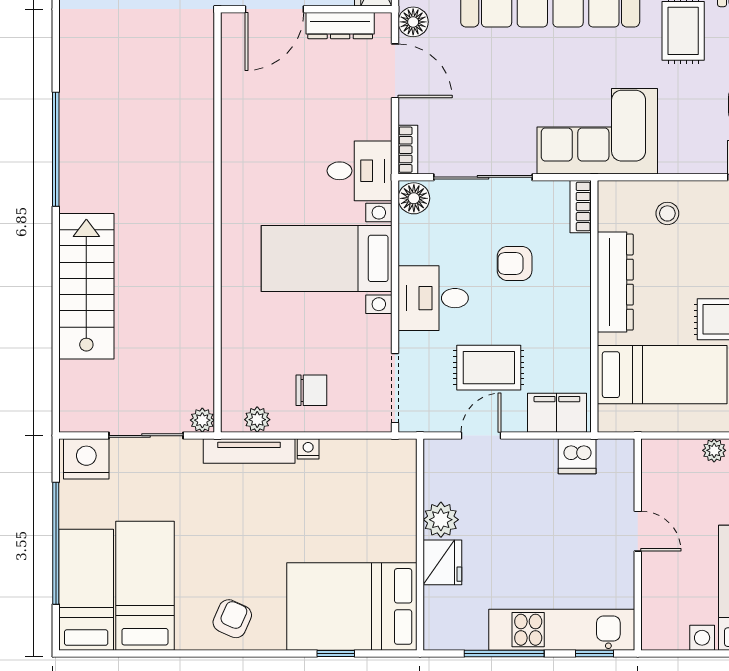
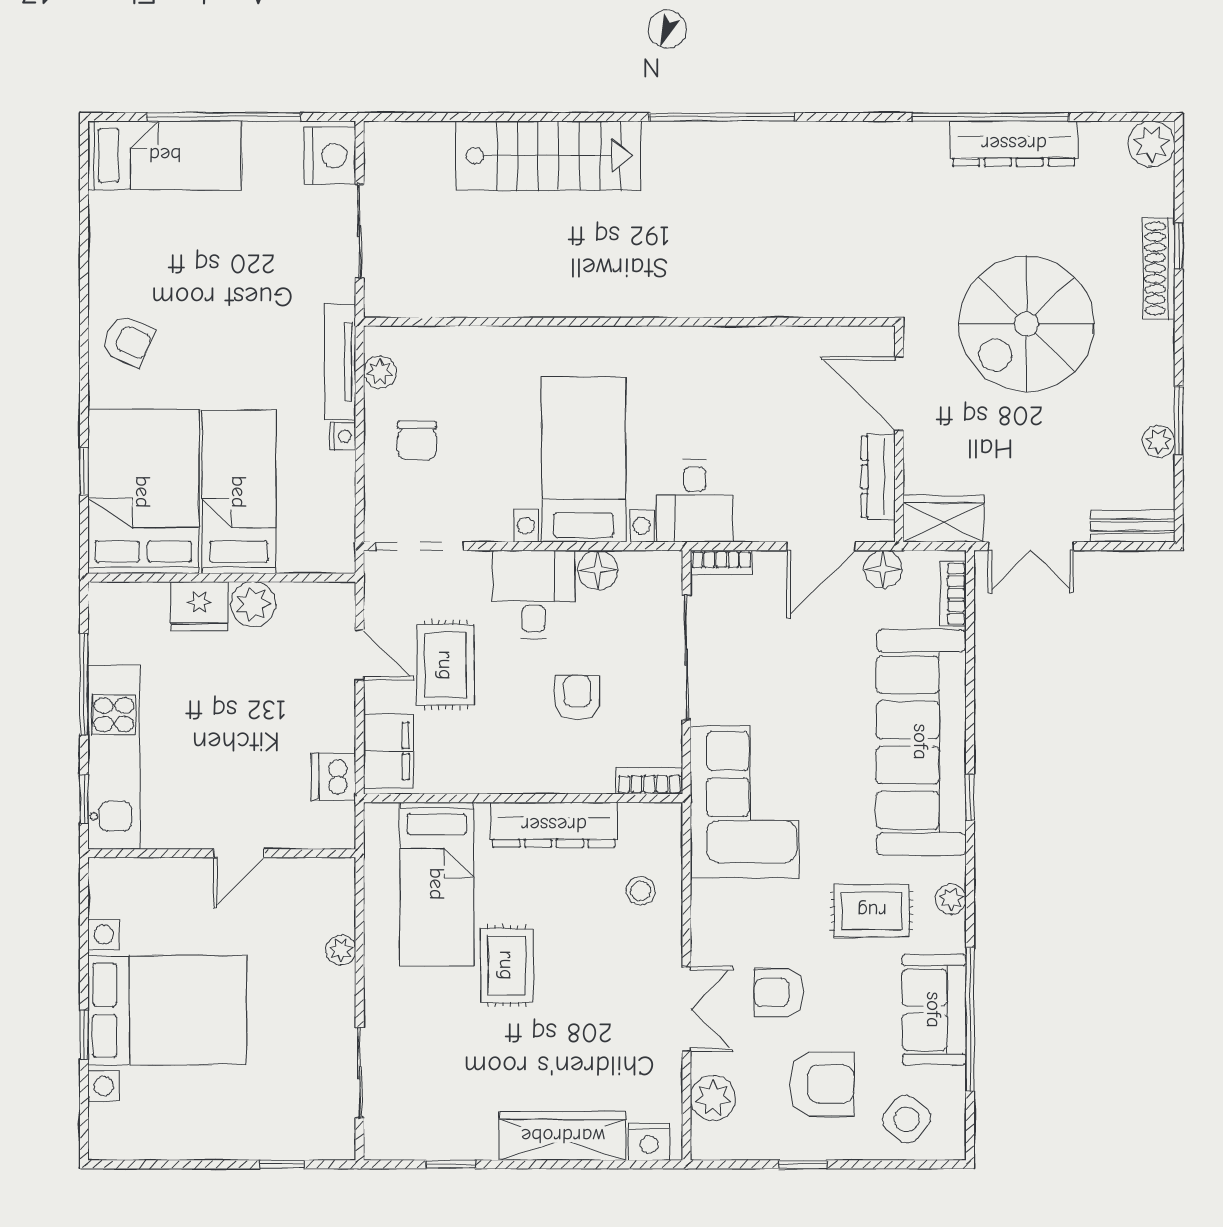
floor lamp: (414, 198) -> (598, 570), moved
plant: (202, 420) -> (379, 302), removed
bed: (145, 586) -> (239, 492), moved, turned -90

